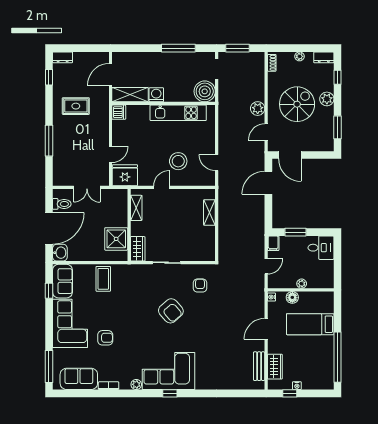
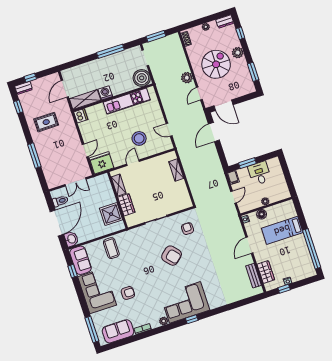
window: (74, 48) -> (30, 78), added
desk: (321, 248) -> (260, 173), moved, turned -90
wardrobe: (138, 249) -> (126, 205), moved

